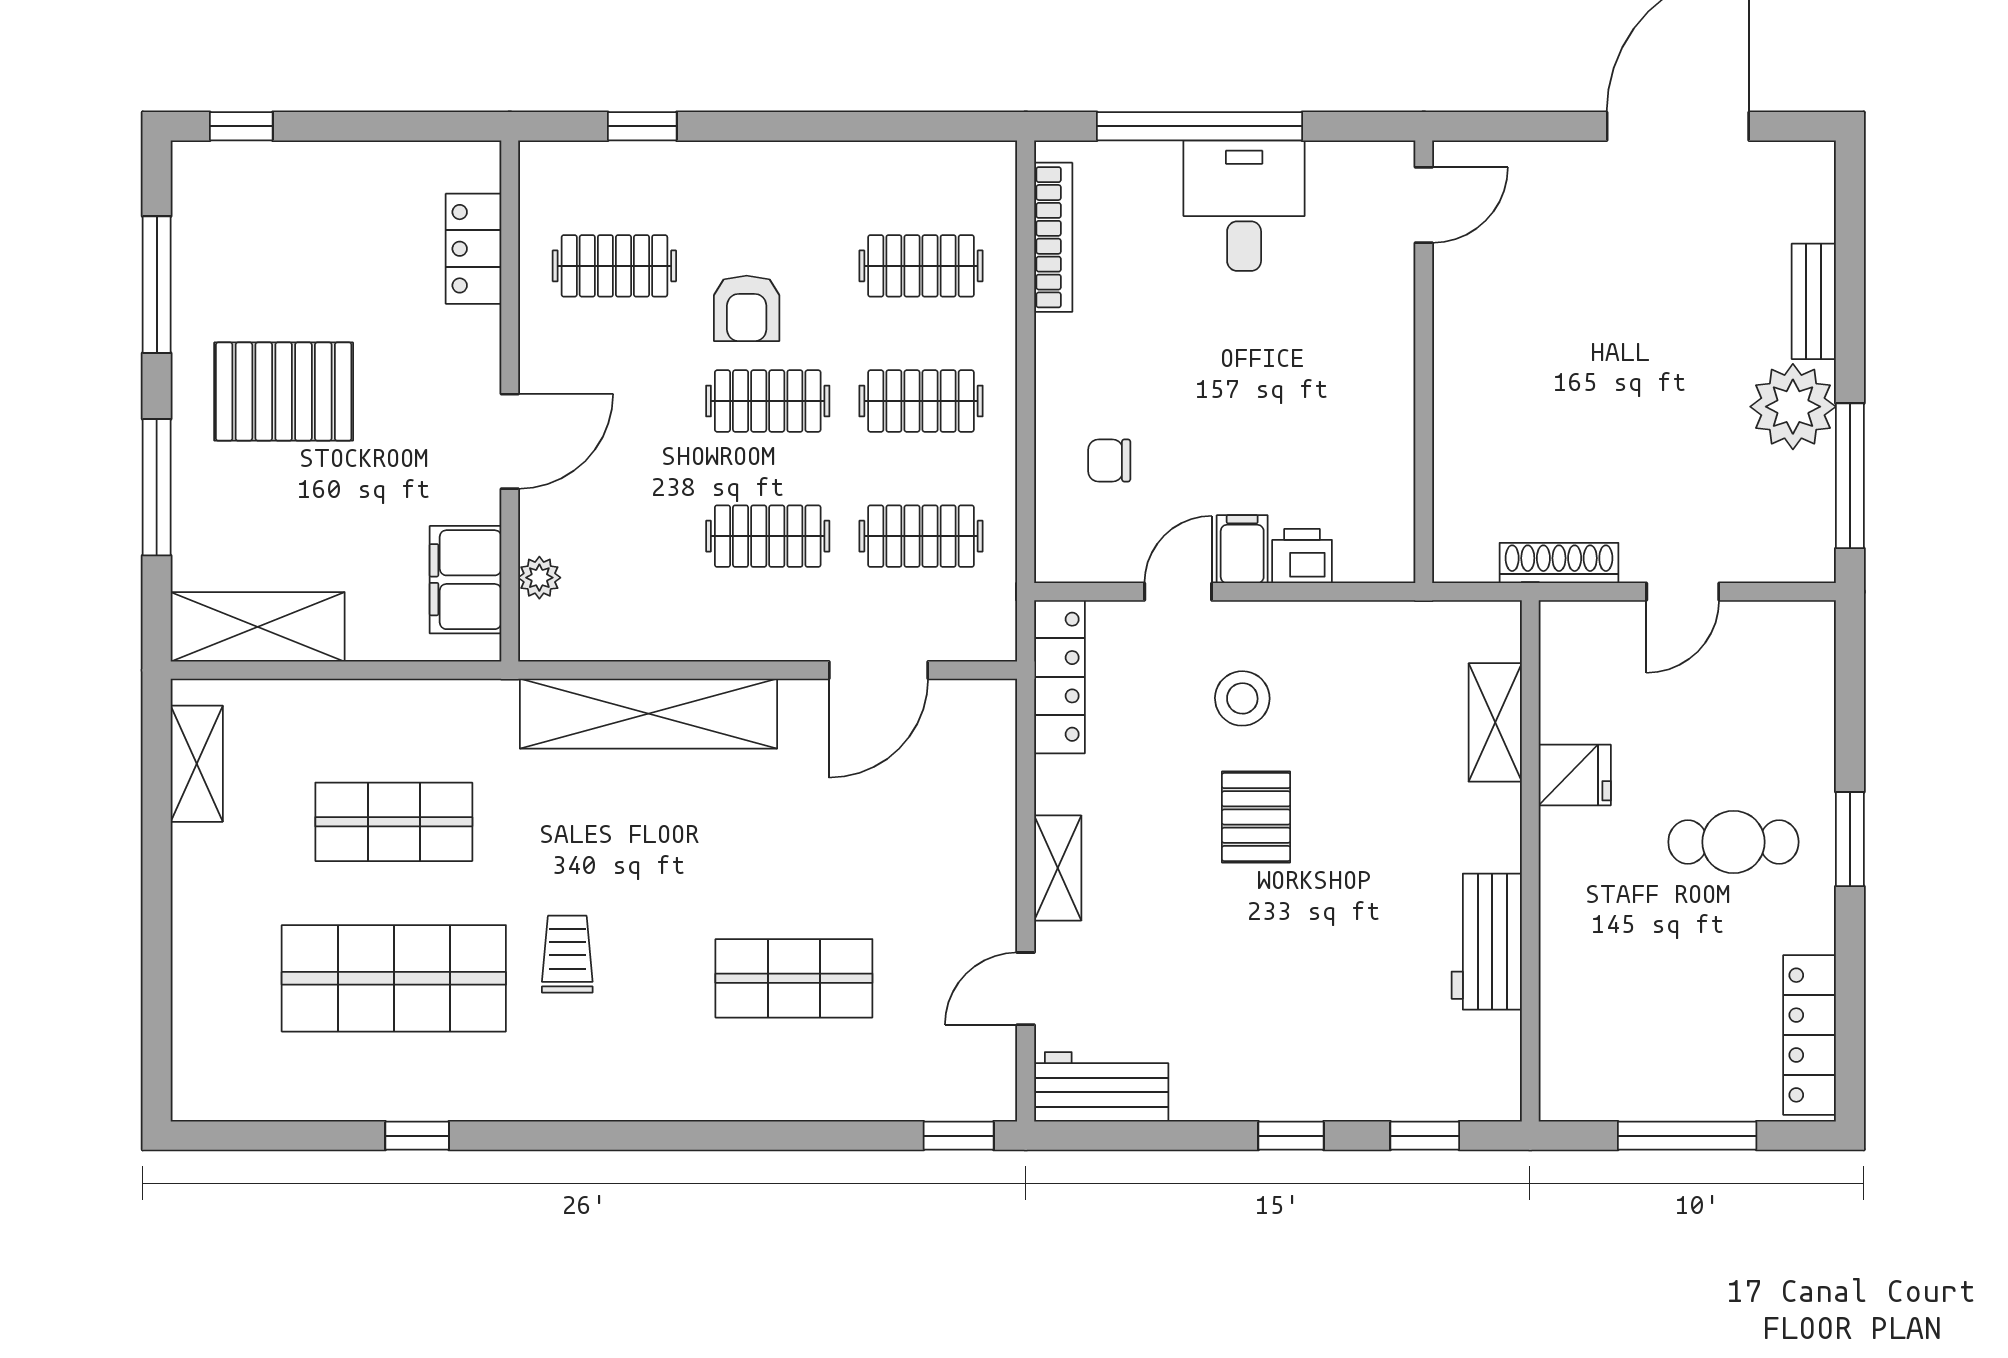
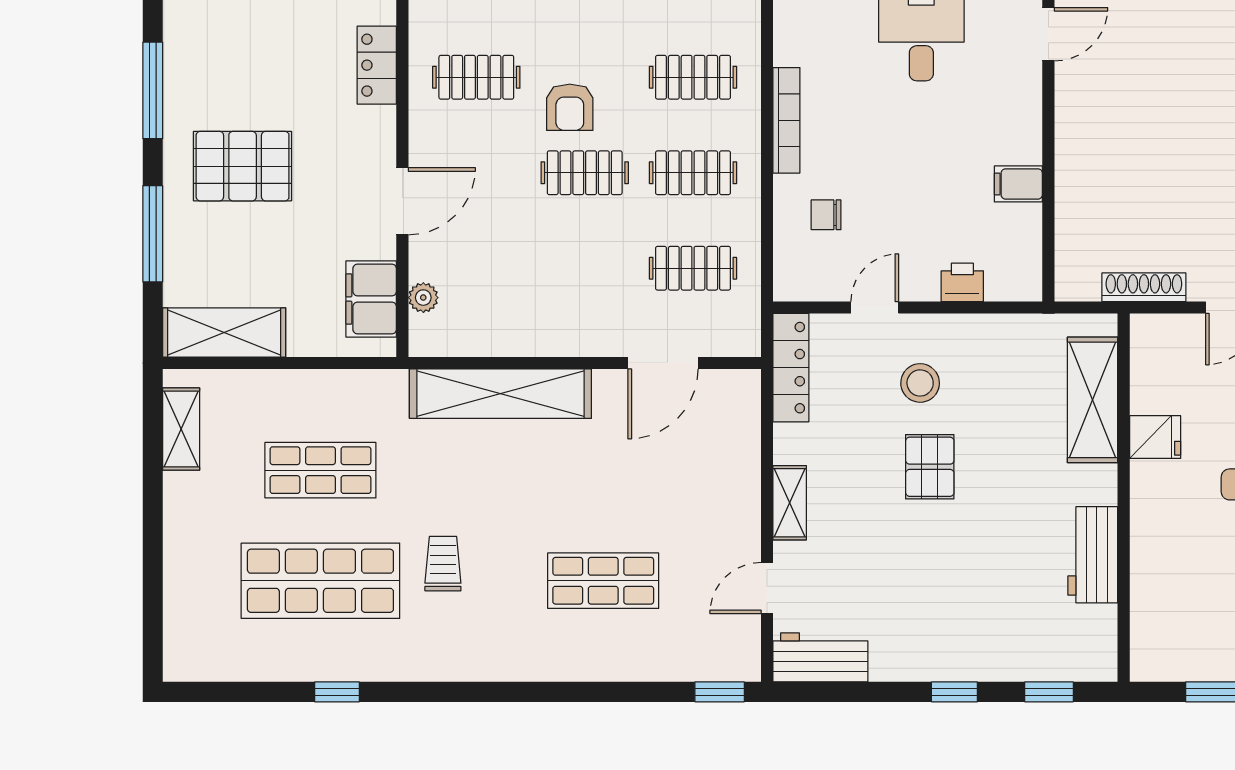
bookcase: (1053, 237) -> (786, 120), moved
clothes rail: (768, 536) -> (585, 268), removed
filing cabinet: (1242, 549) -> (1018, 184), moved, turned -90
shelving: (1495, 722) -> (1093, 400), width x1.50, depth x1.33

